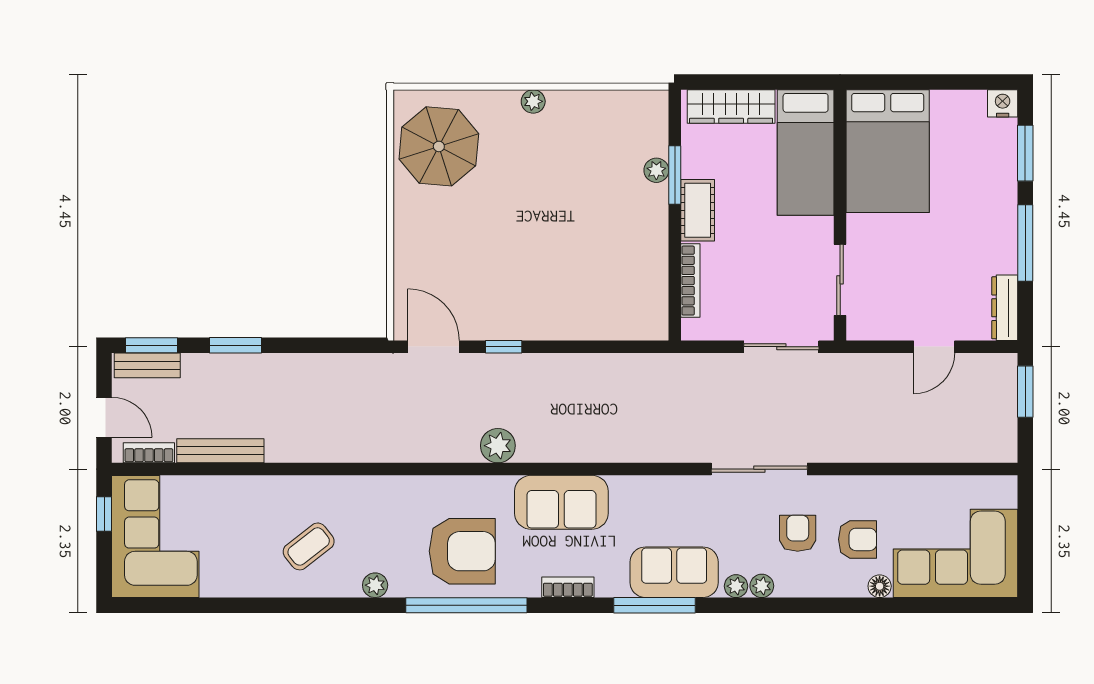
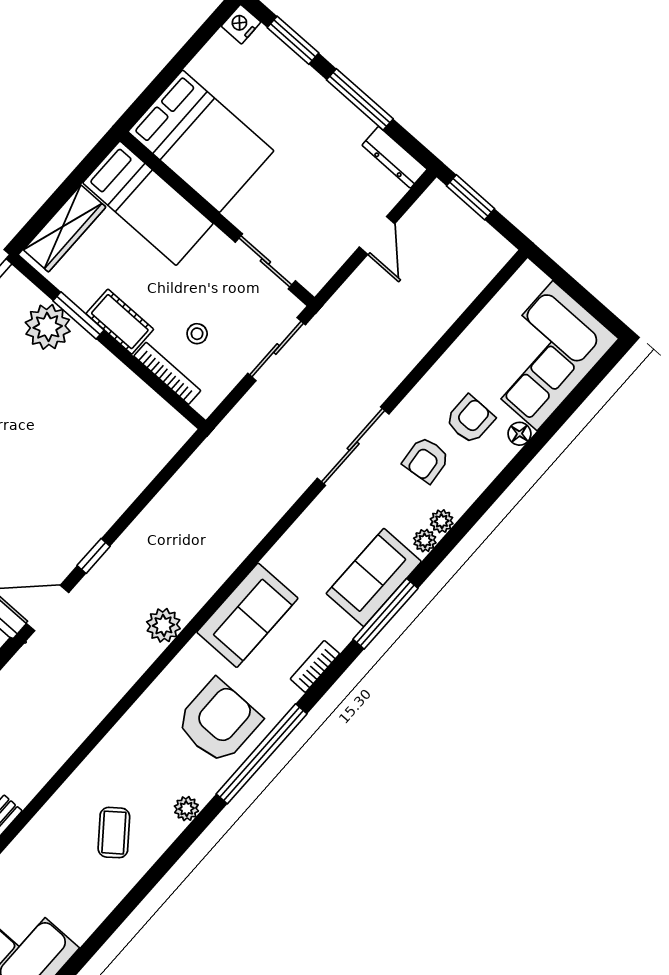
plant: (656, 170) -> (48, 327), width x1.88, depth x1.88
stool: (740, 277) -> (197, 334), added
armchair: (798, 533) -> (426, 460), turned -96

